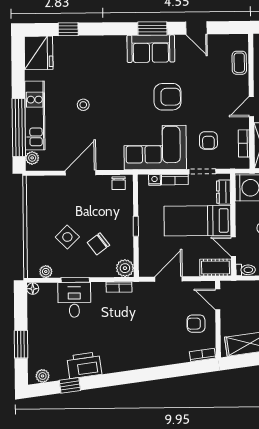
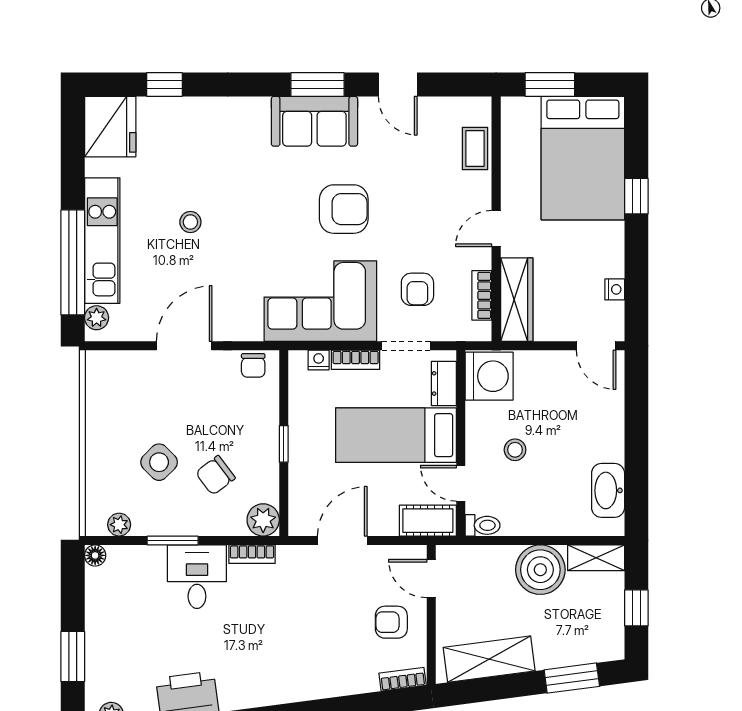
desk: (74, 300) -> (197, 577), moved

